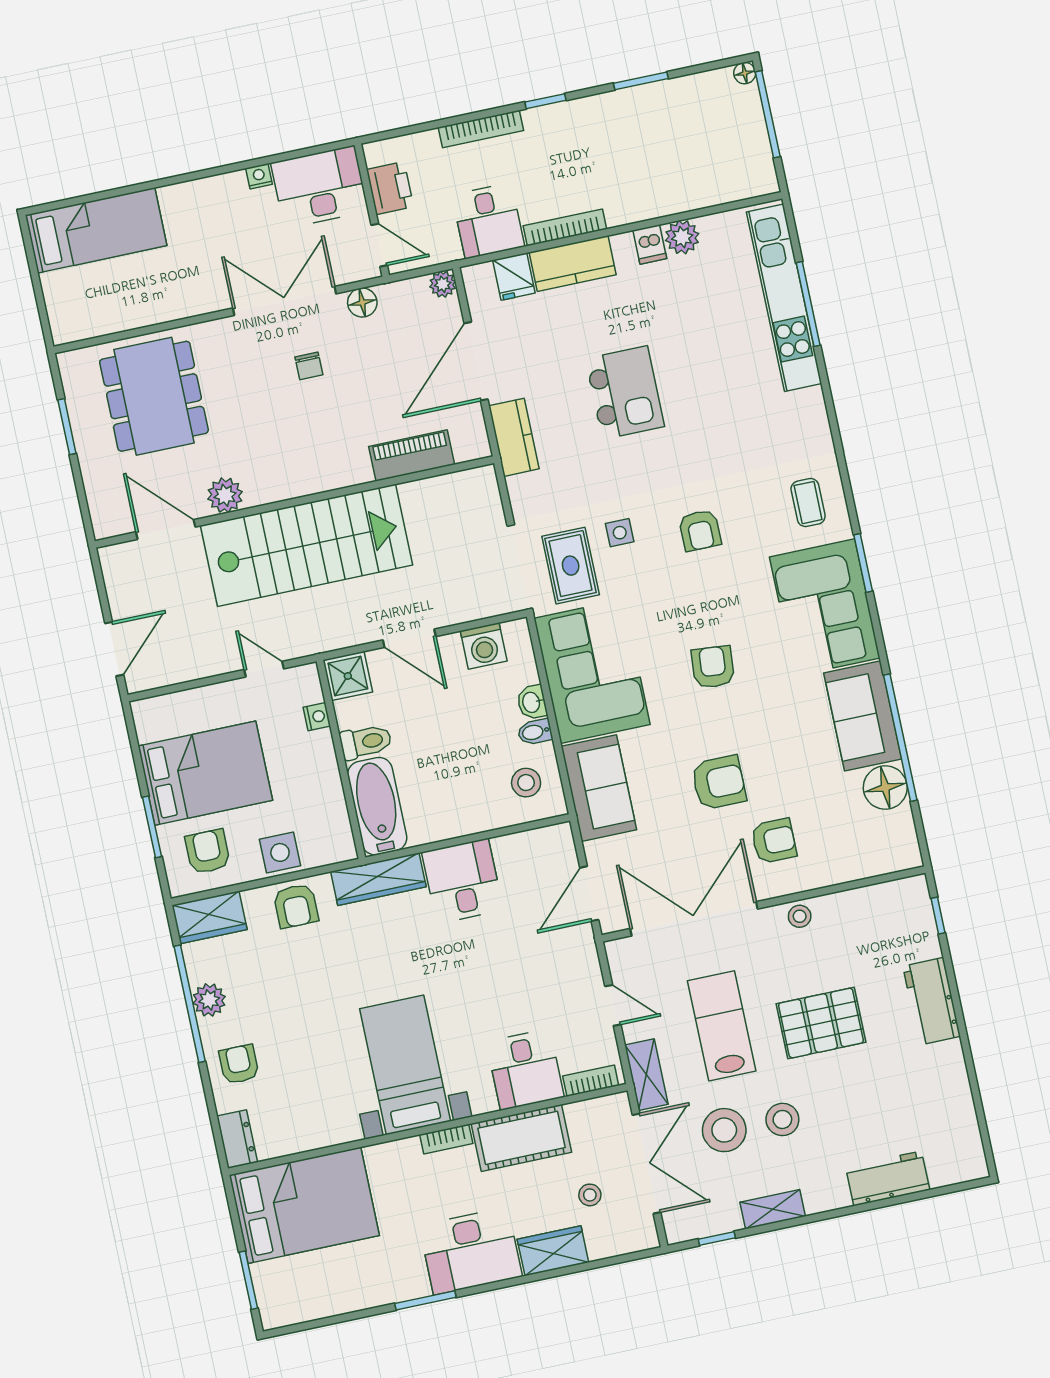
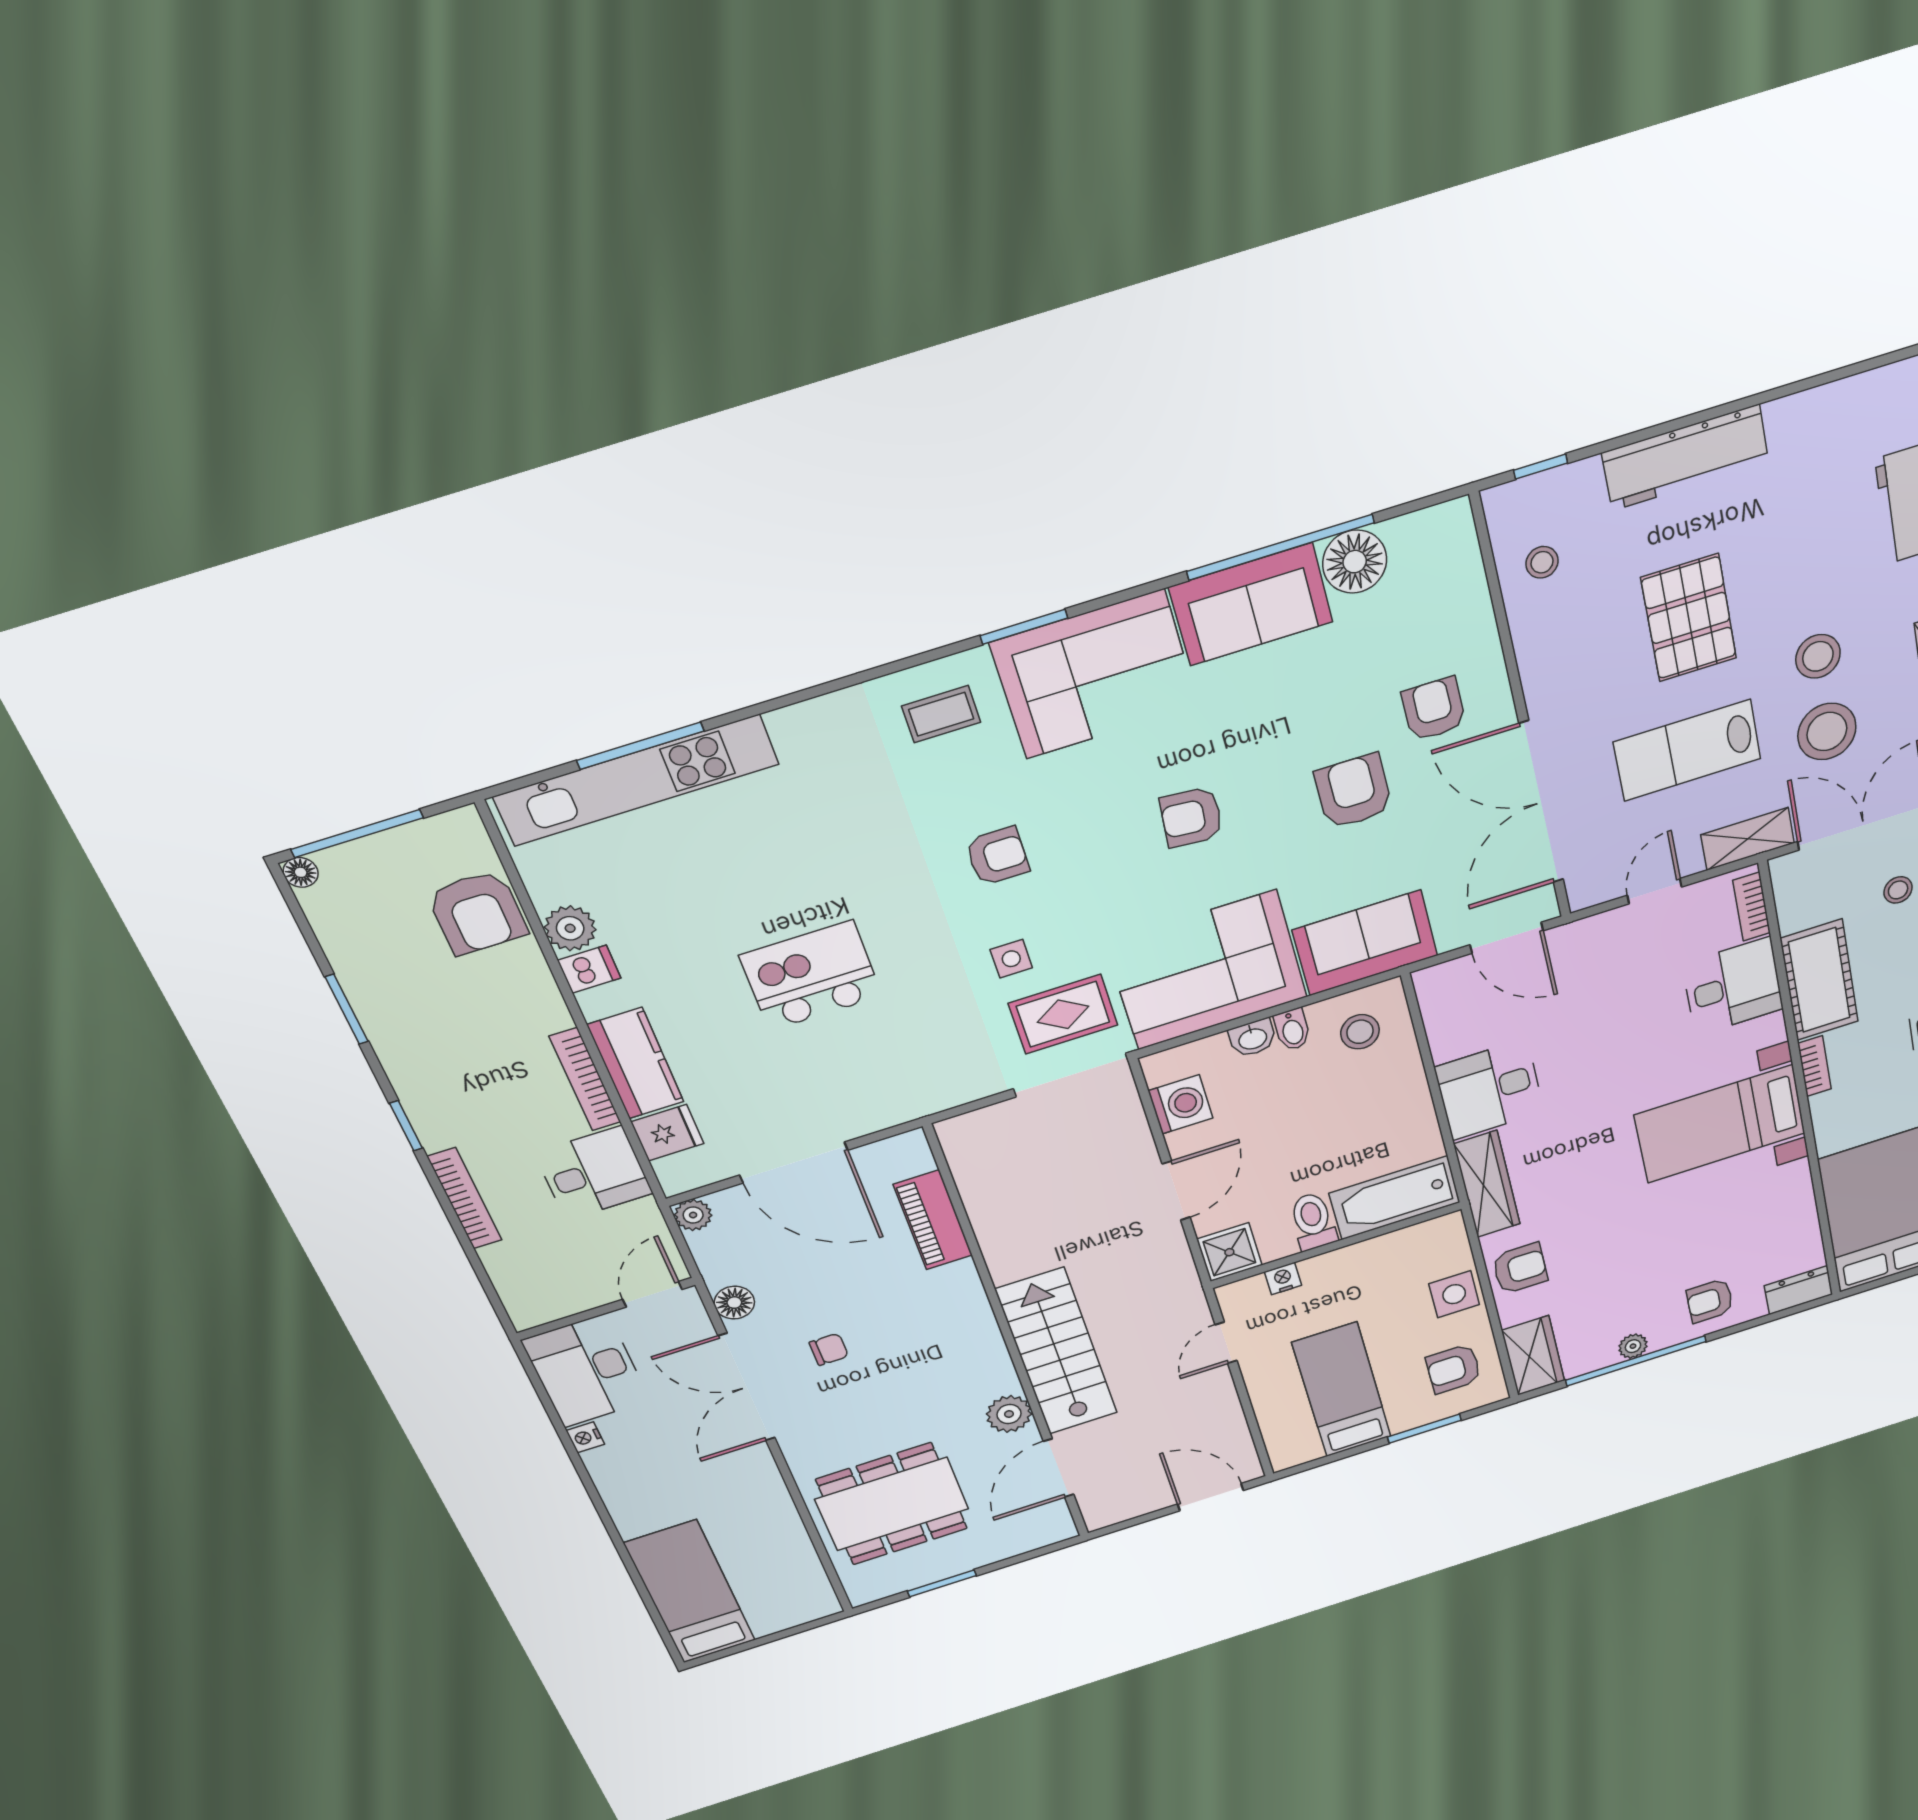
armchair: (702, 179) -> (477, 913), added
printer: (390, 188) -> (571, 1293), removed
kitchen counter: (514, 437) -> (893, 1104), removed
stairs: (307, 545) -> (1057, 1352), width x0.73, depth x0.66
bed: (205, 773) -> (1342, 1390), width x0.67
stool: (800, 916) -> (1542, 562), moved
plant: (209, 1000) -> (1633, 1346), width x0.73, depth x0.73
workbench: (932, 1001) -> (1685, 458), width x1.38

